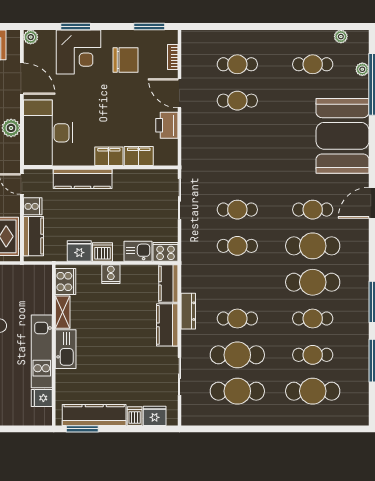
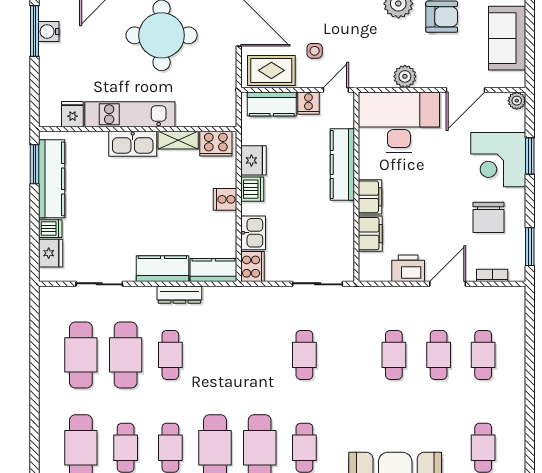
cafe table: (237, 246) -> (394, 355), moved

